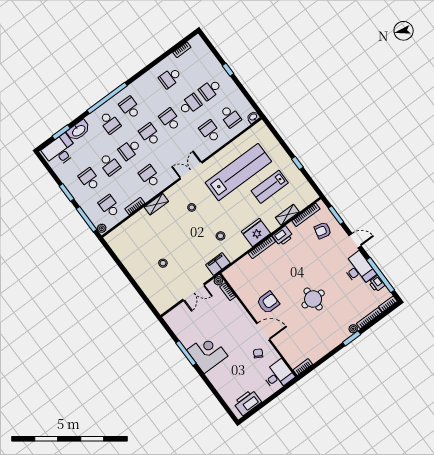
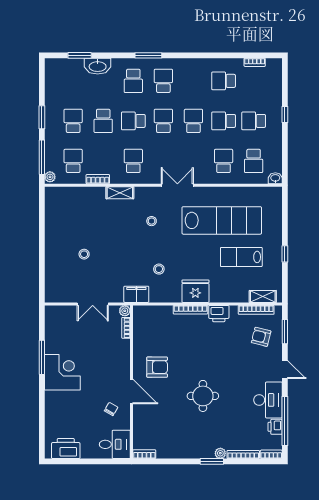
window: (107, 98) -> (148, 55), width x0.47
school desk: (190, 105) -> (224, 121), turned 180
desk: (60, 151) -> (65, 72), removed
shelving: (287, 215) -> (263, 296), moved

